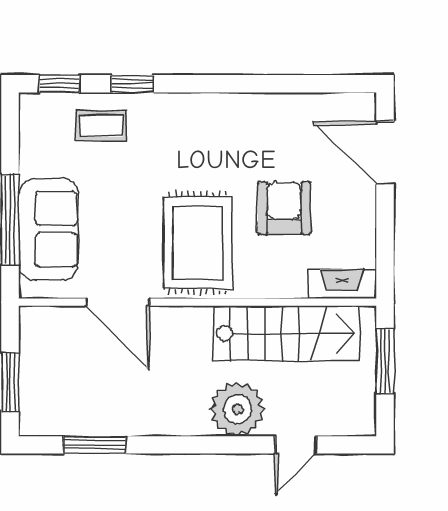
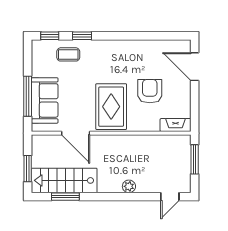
stairs: (287, 333) -> (64, 180), moved, turned 180
plant: (237, 409) -> (129, 186), width x0.53, depth x0.53
door: (296, 445) -> (170, 197), moved

